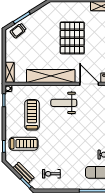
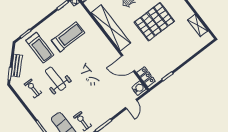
door: (89, 84) -> (128, 63), swing flipped
weight bench: (64, 103) -> (56, 79), moved

